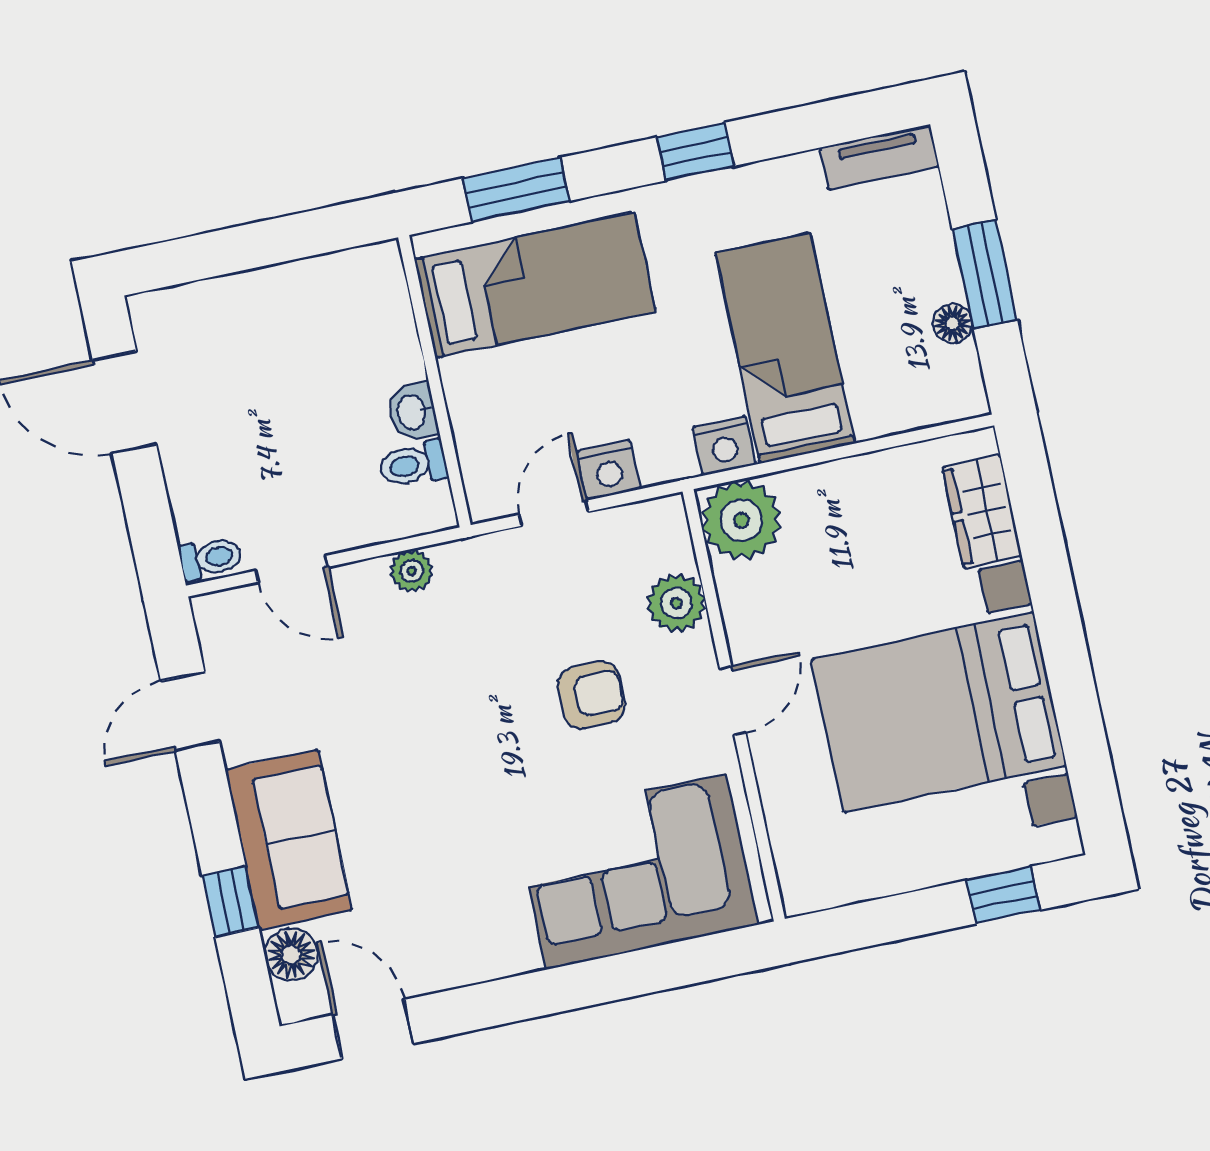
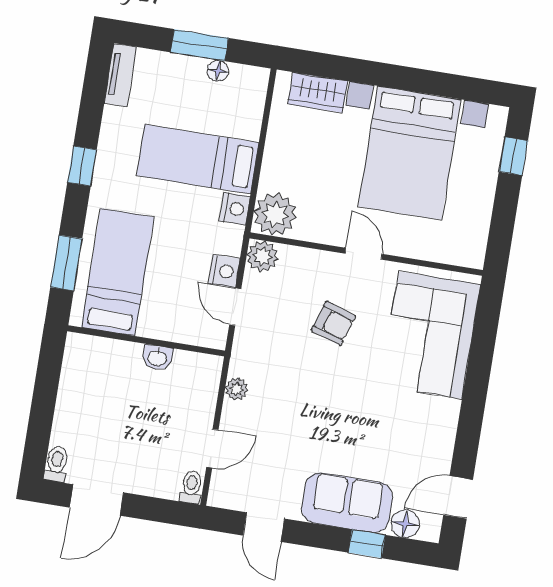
toilet: (413, 464) -> (57, 464), moved, turned 180
plant: (676, 603) -> (262, 256), moved
armchair: (591, 695) -> (333, 323), turned 108

